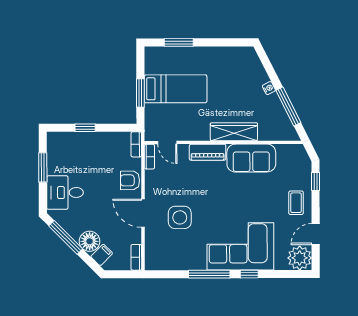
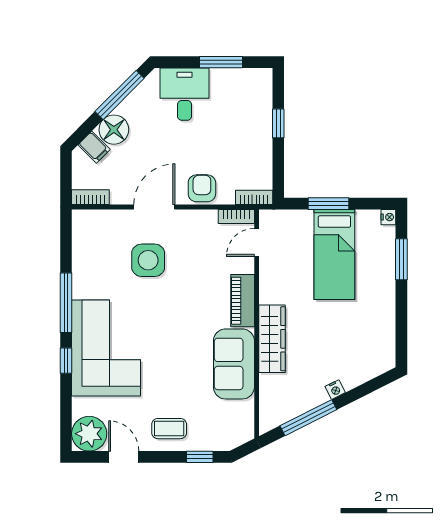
nightstand: (150, 52) -> (388, 217), added

